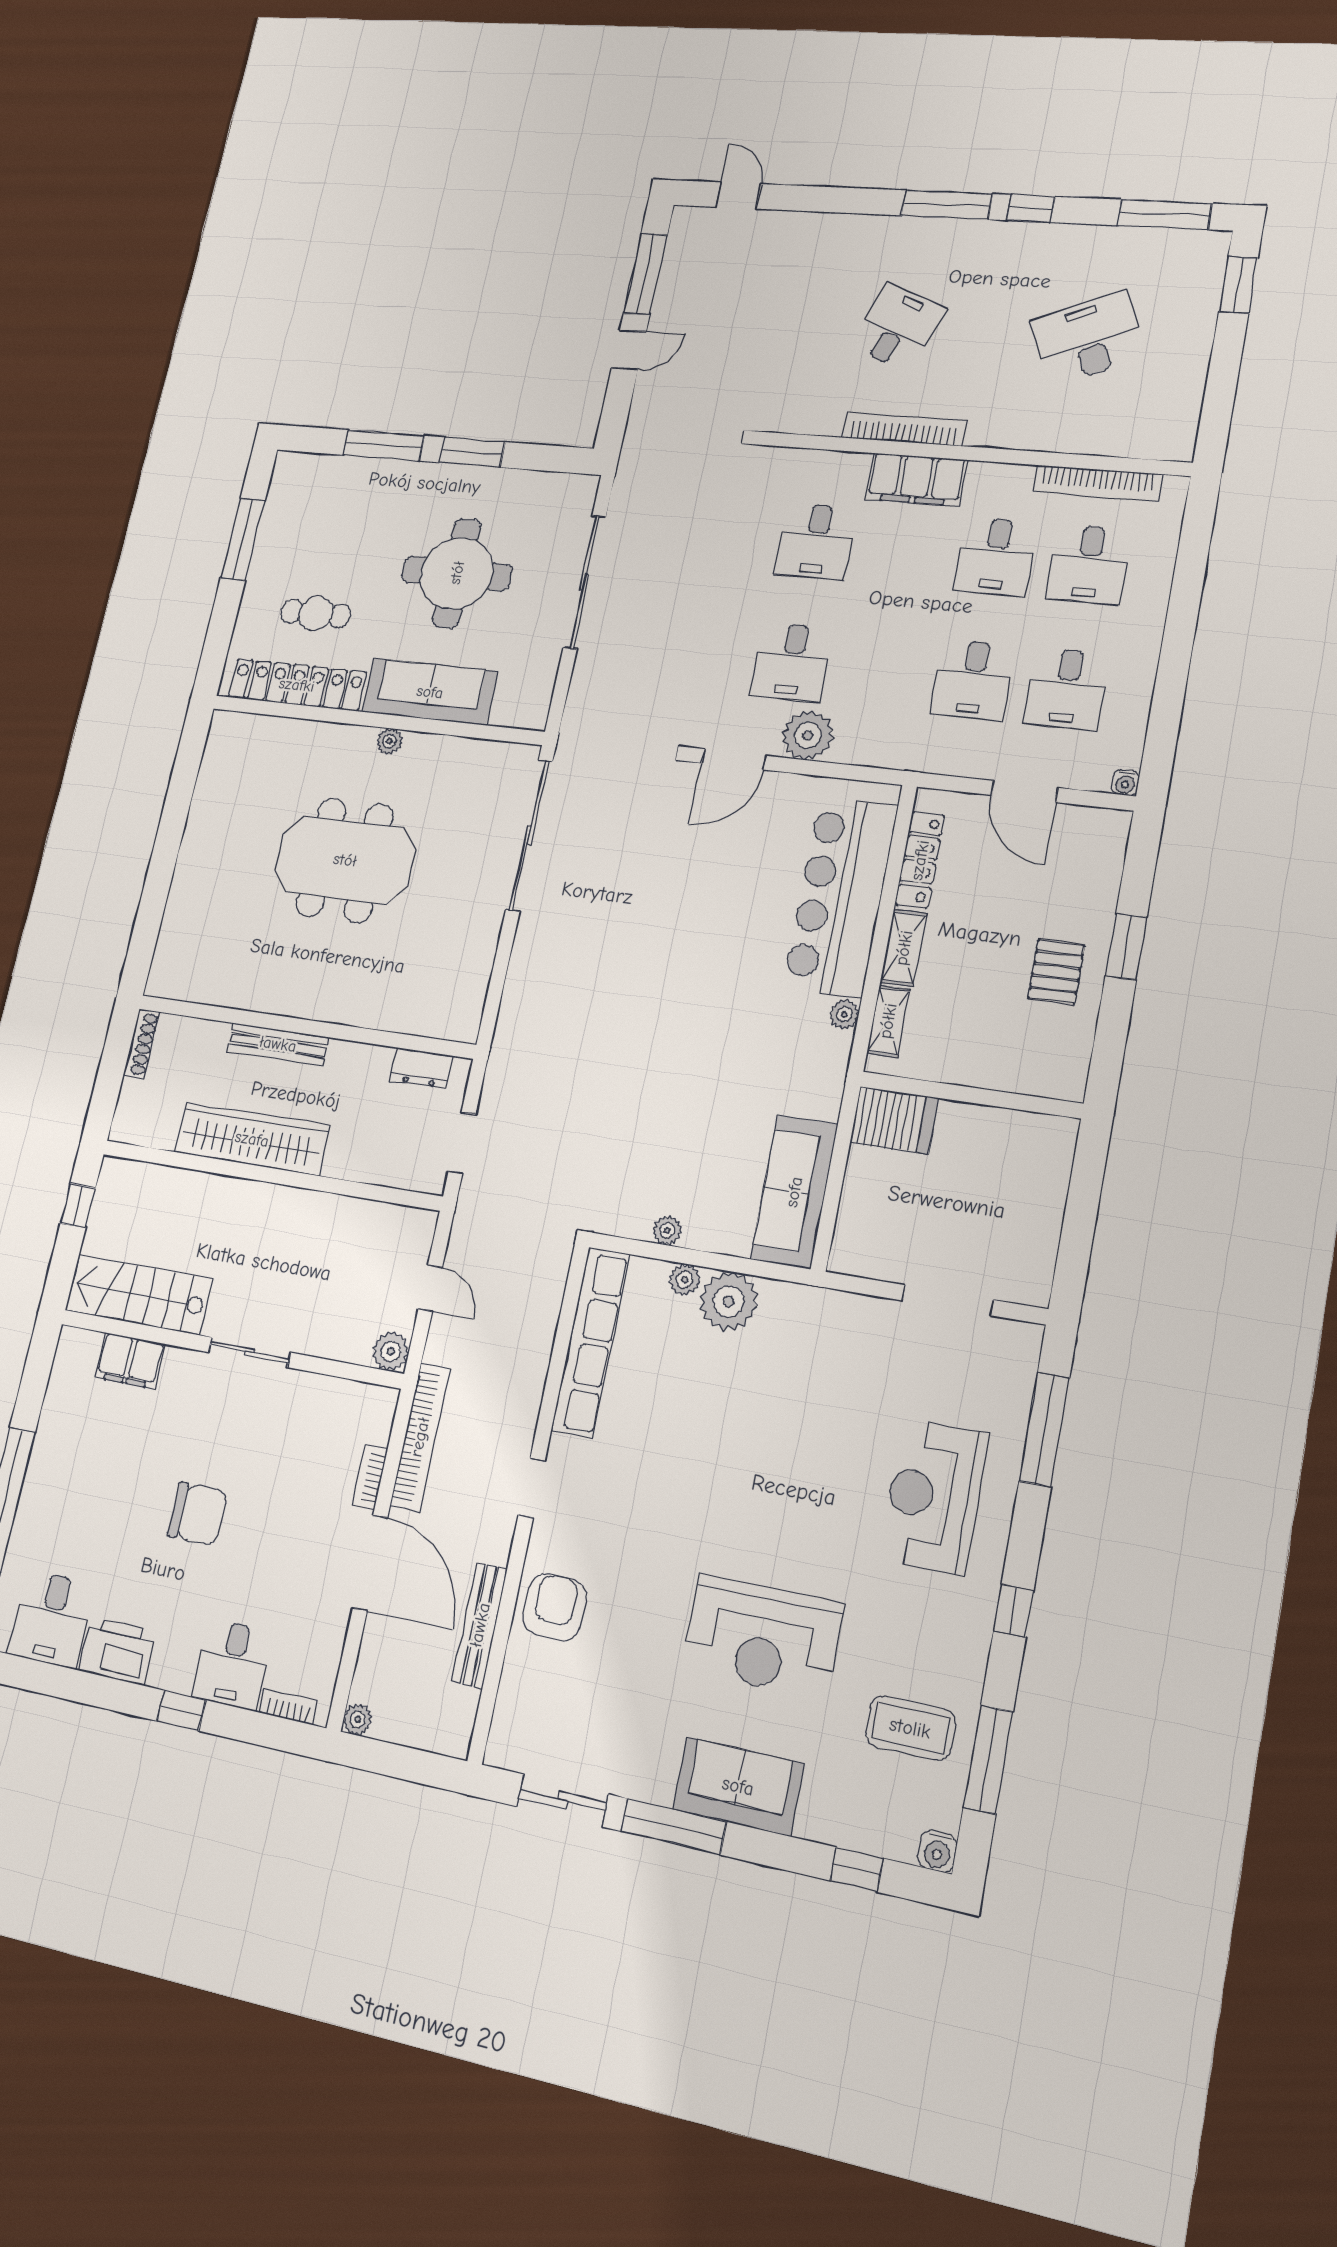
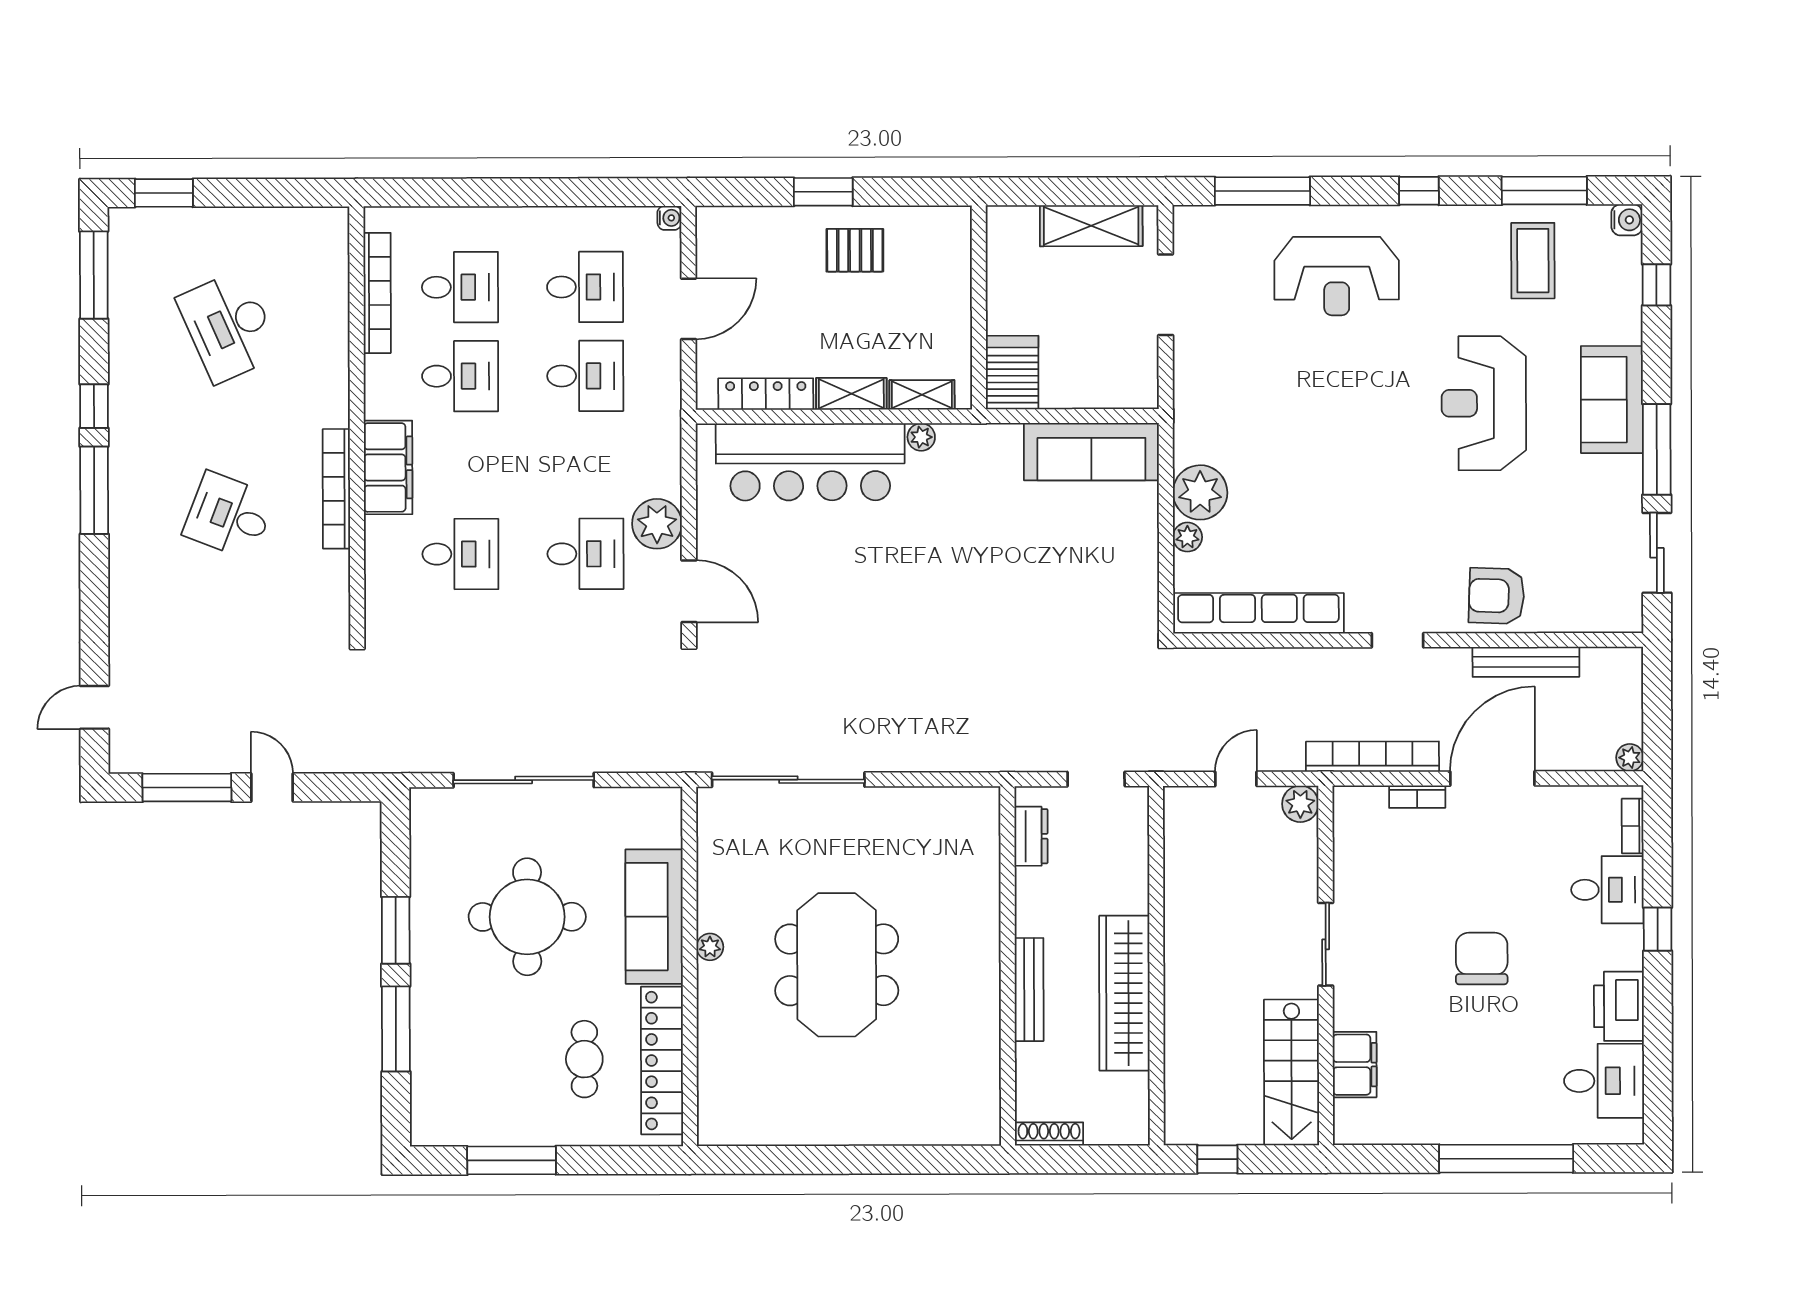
plant: (667, 1230) -> (1146, 563), removed
shelving: (1039, 1231) -> (1091, 226), added
reception desk: (763, 1636) -> (1484, 403), turned 180

